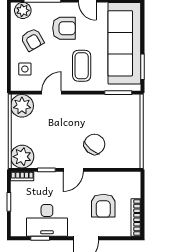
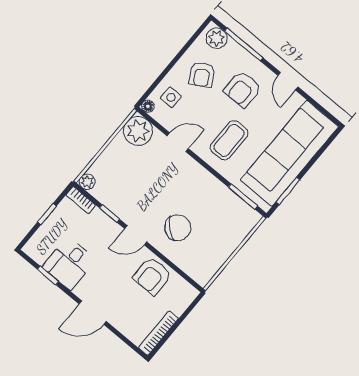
armchair: (64, 28) -> (242, 89), turned 90
floor lamp: (15, 86) -> (148, 106), added
plant: (22, 157) -> (87, 182), width x0.53, depth x0.53
armchair: (103, 206) -> (152, 276), moved
desk: (47, 220) -> (69, 263), width x0.73

